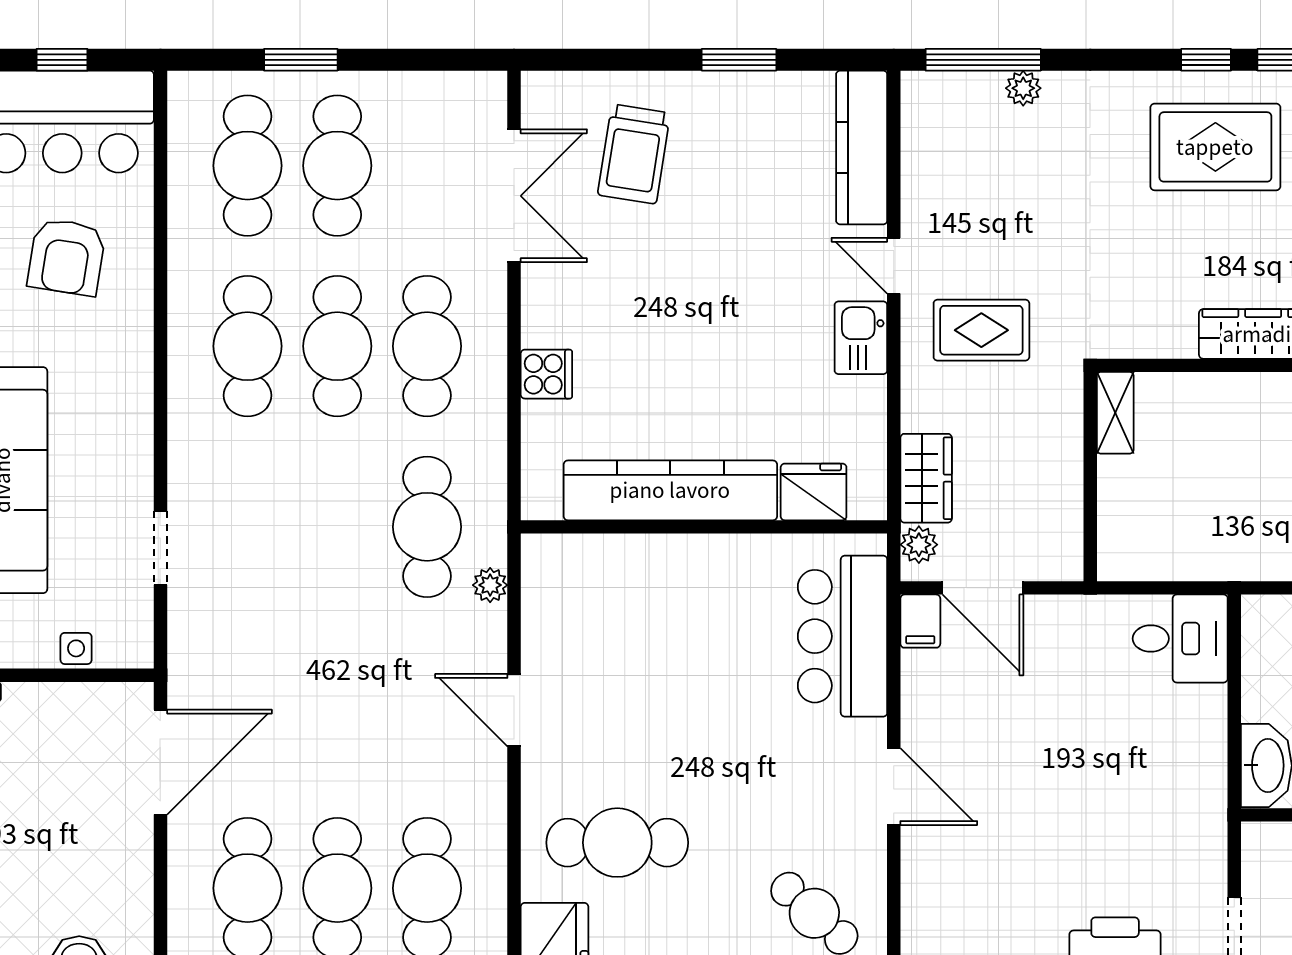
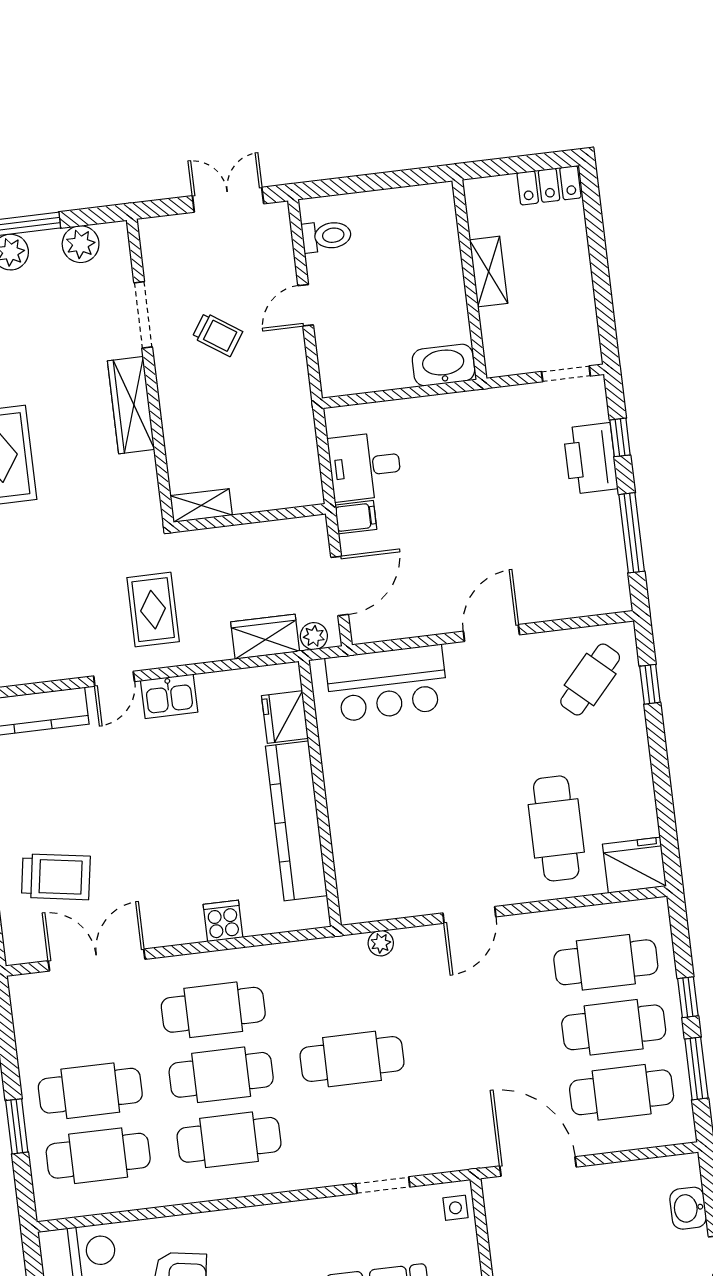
cafe table: (427, 527) -> (352, 1059), moved
filing cabinet: (920, 621) -> (356, 517), moved
desk: (1180, 639) -> (365, 466), moved, turned -90
side table: (76, 648) -> (455, 1208), moved

